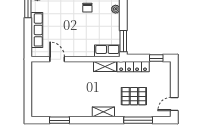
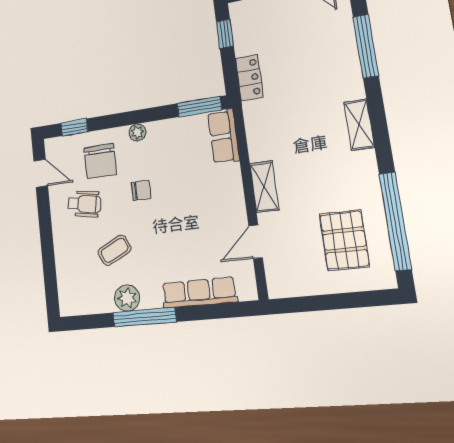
shelving: (105, 66) -> (264, 187), moved
locker: (133, 67) -> (249, 78), width x0.66
pallet: (134, 96) -> (344, 240), moved
window: (59, 120) -> (395, 221), width x2.11

